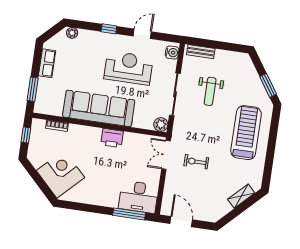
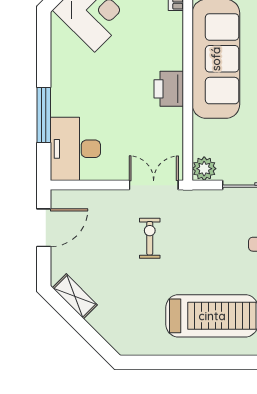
shelving: (241, 196) -> (75, 296), moved
window: (129, 214) -> (44, 115), moved

